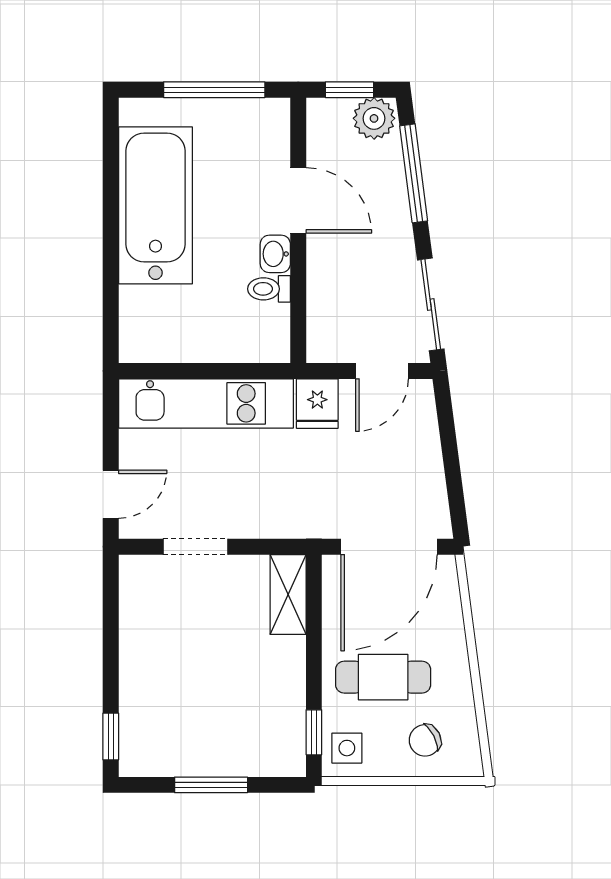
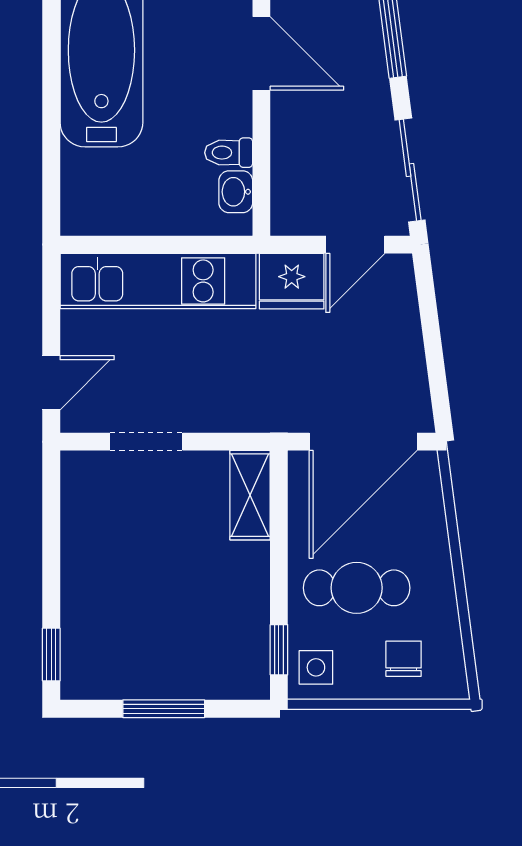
washbasin: (275, 254) -> (236, 192), moved
fridge: (317, 404) -> (292, 281), width x1.38
chair: (425, 740) -> (404, 659), turned 117

